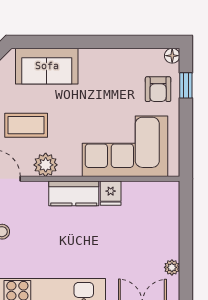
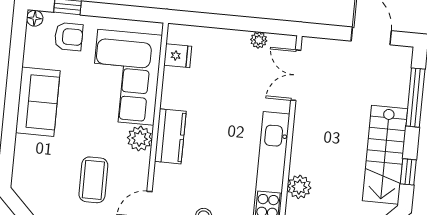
sofa: (47, 66) -> (38, 102), moved
plant: (46, 165) -> (140, 139), moved
fridge: (111, 193) -> (178, 56), moved

